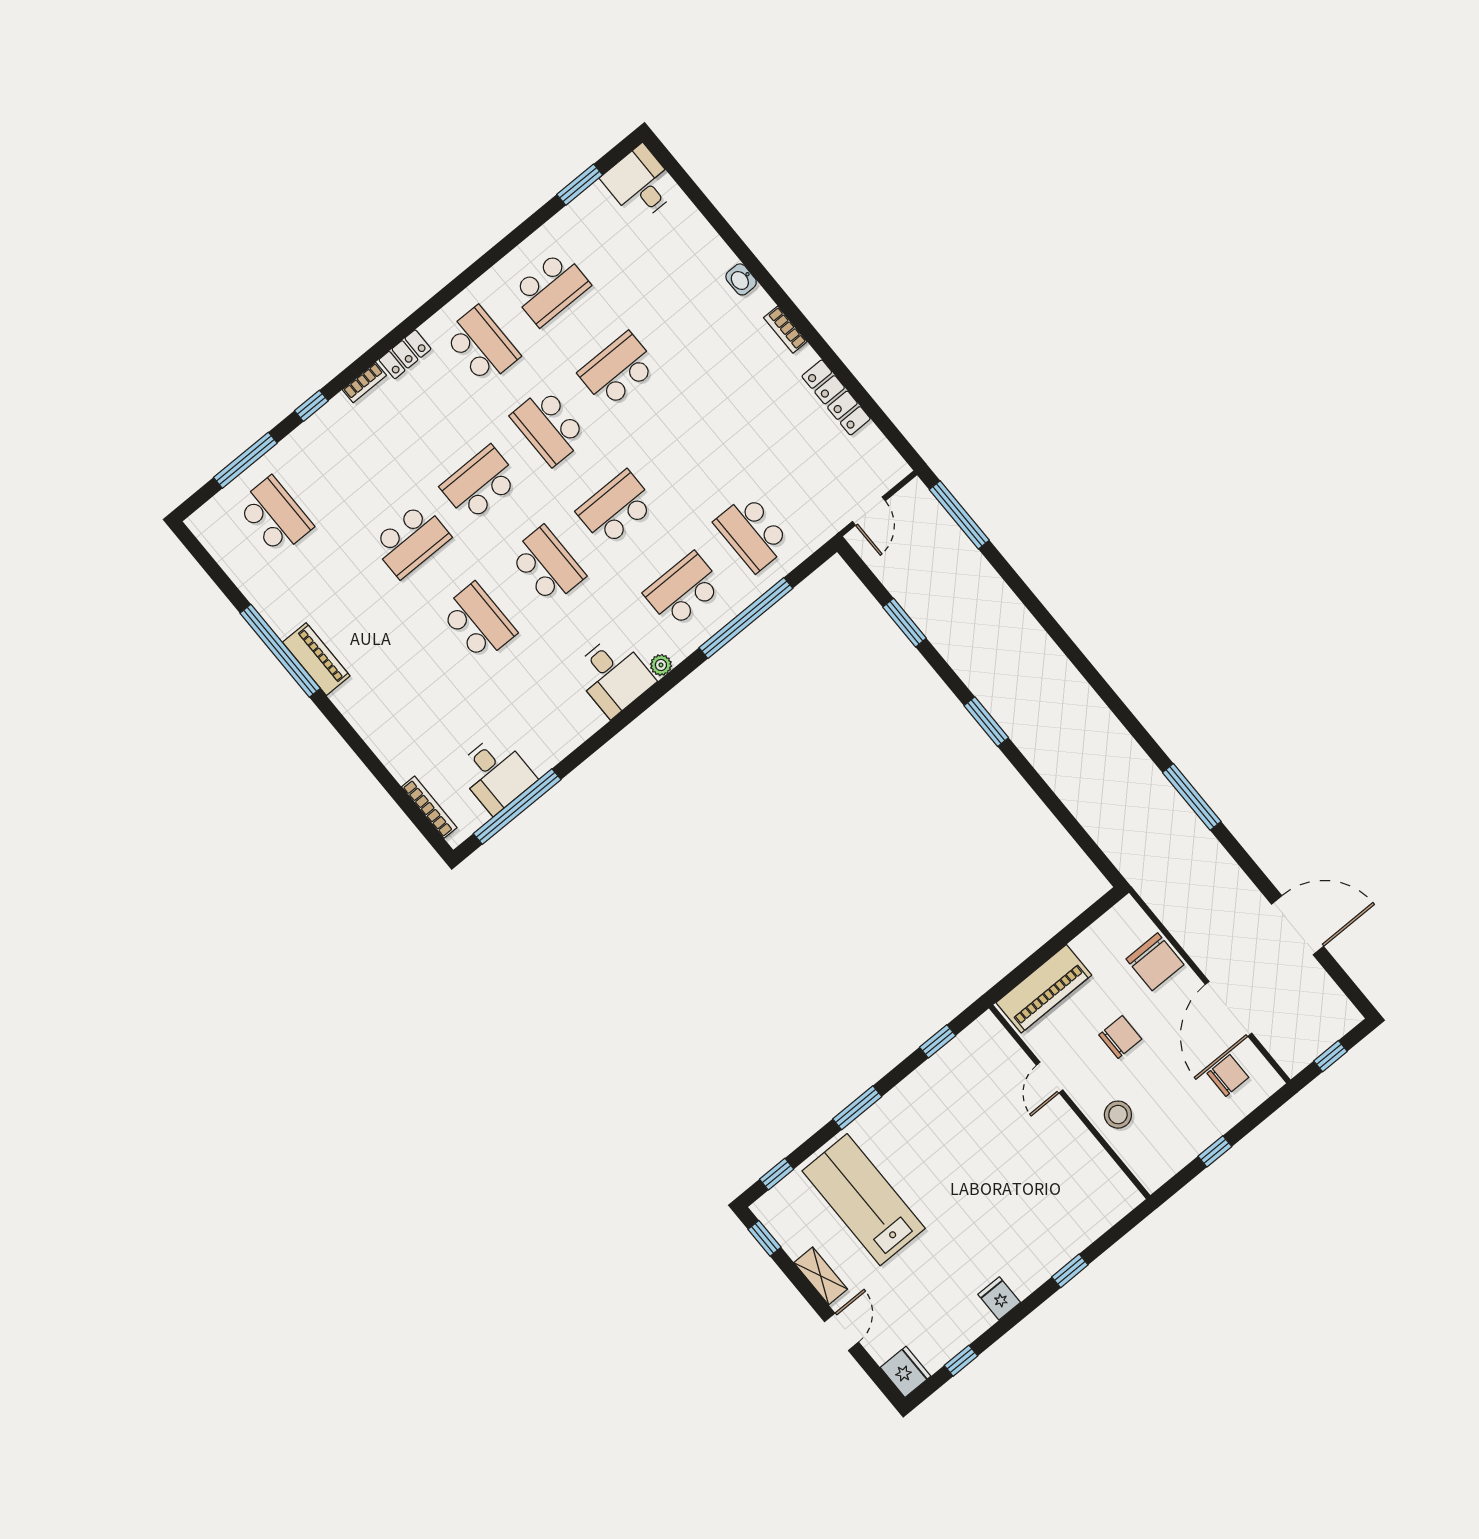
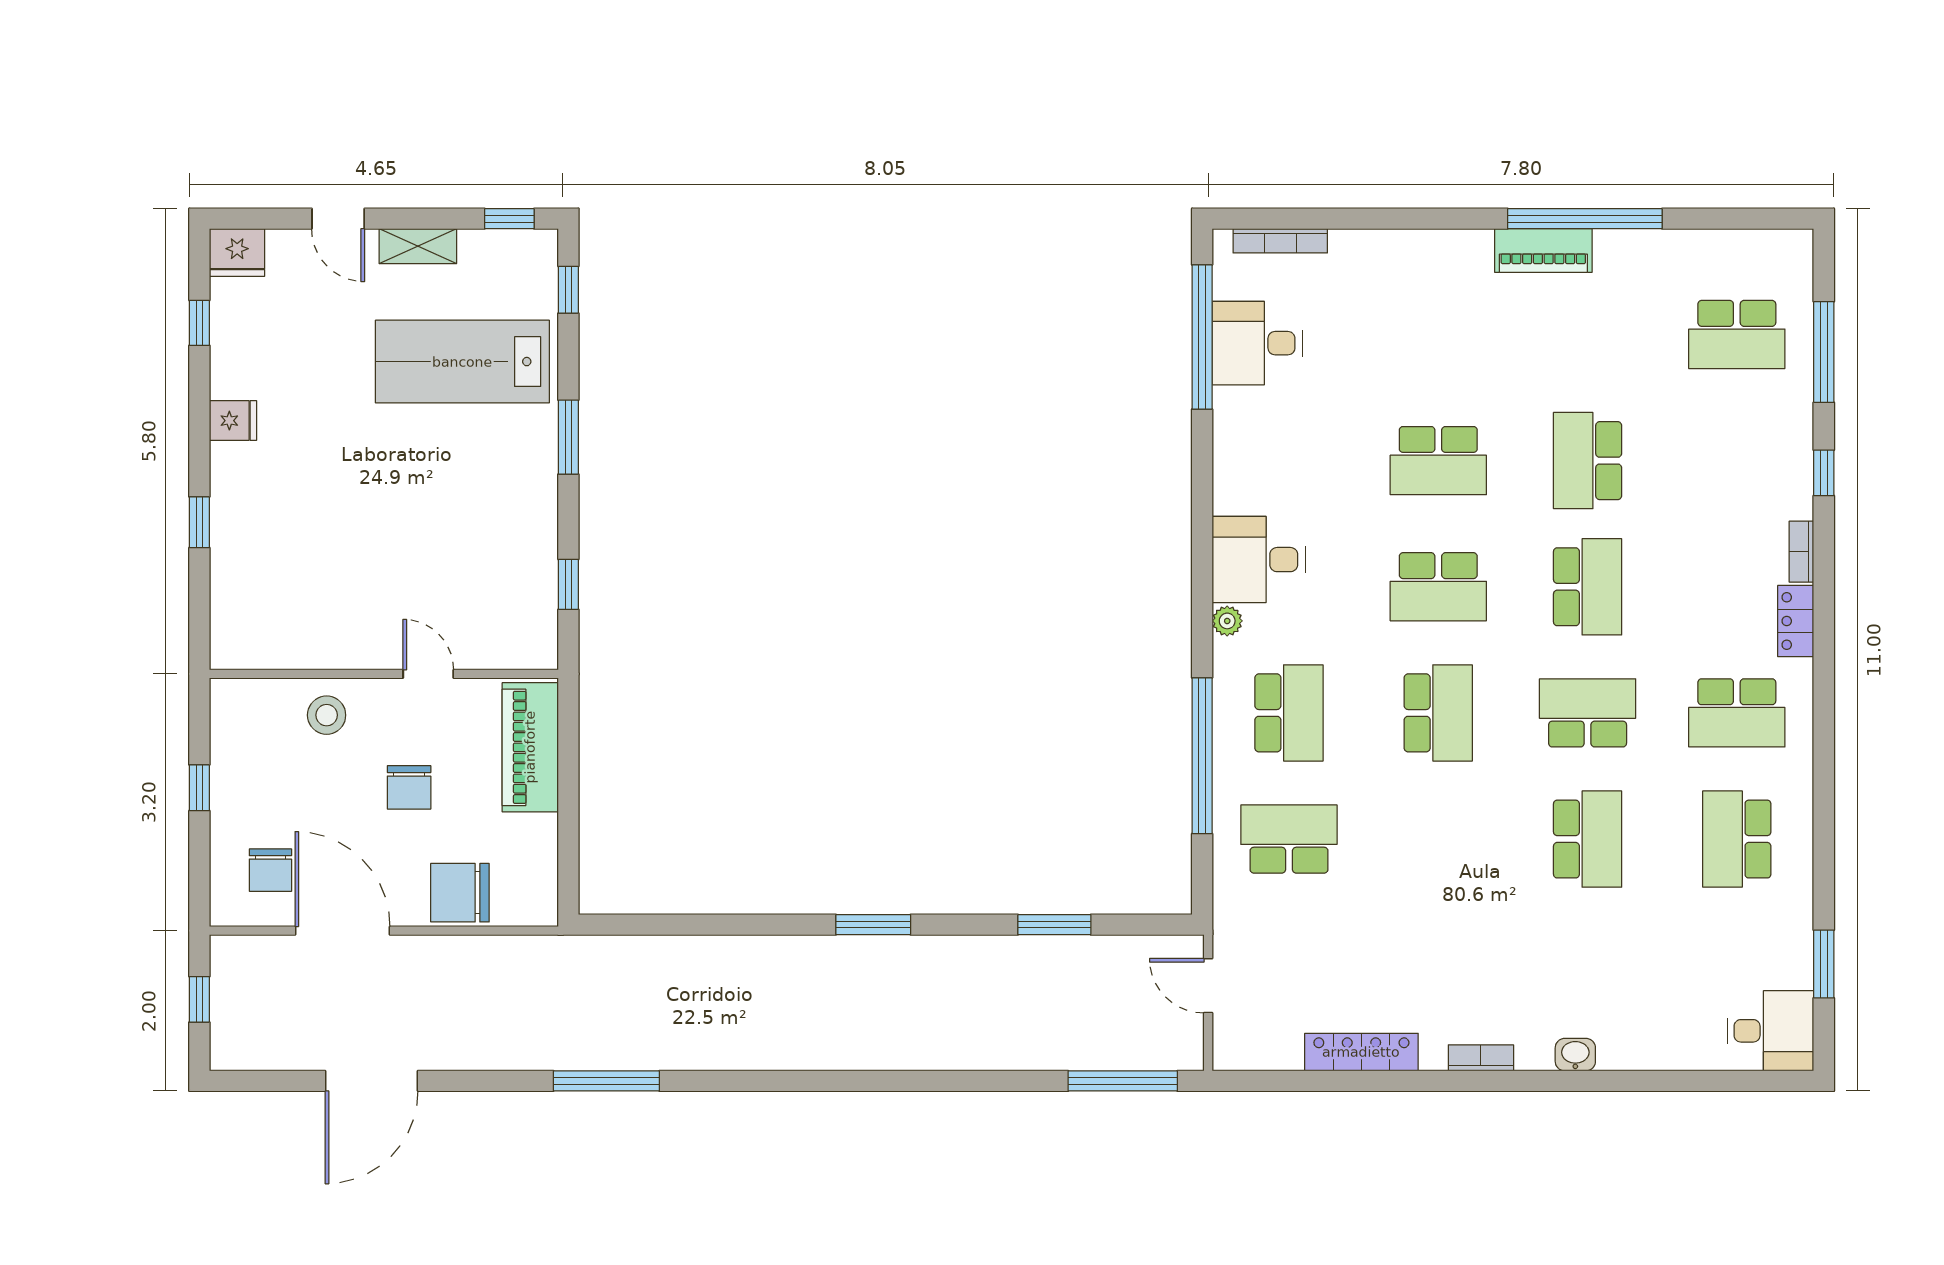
lab bench: (864, 1200) -> (462, 362), turned 180

